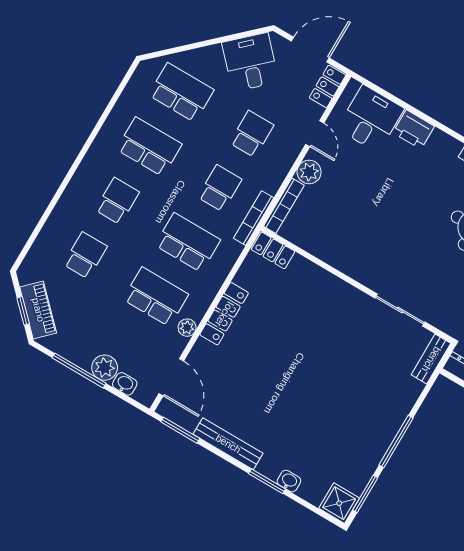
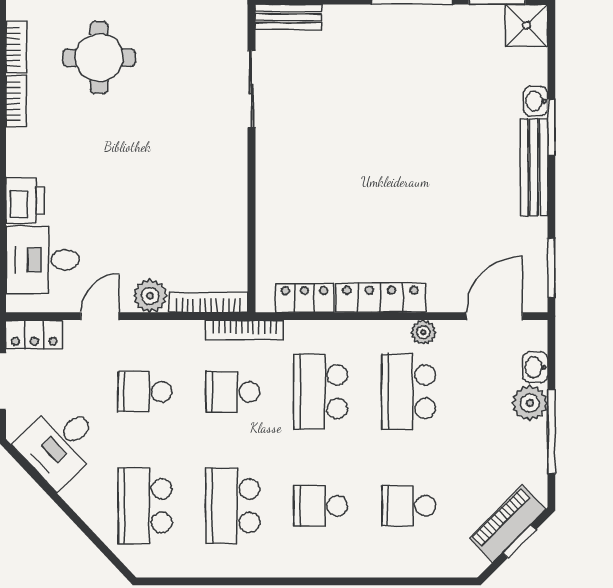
locker: (273, 250) -> (305, 298), moved, turned -90
bench: (228, 444) -> (534, 167), moved

